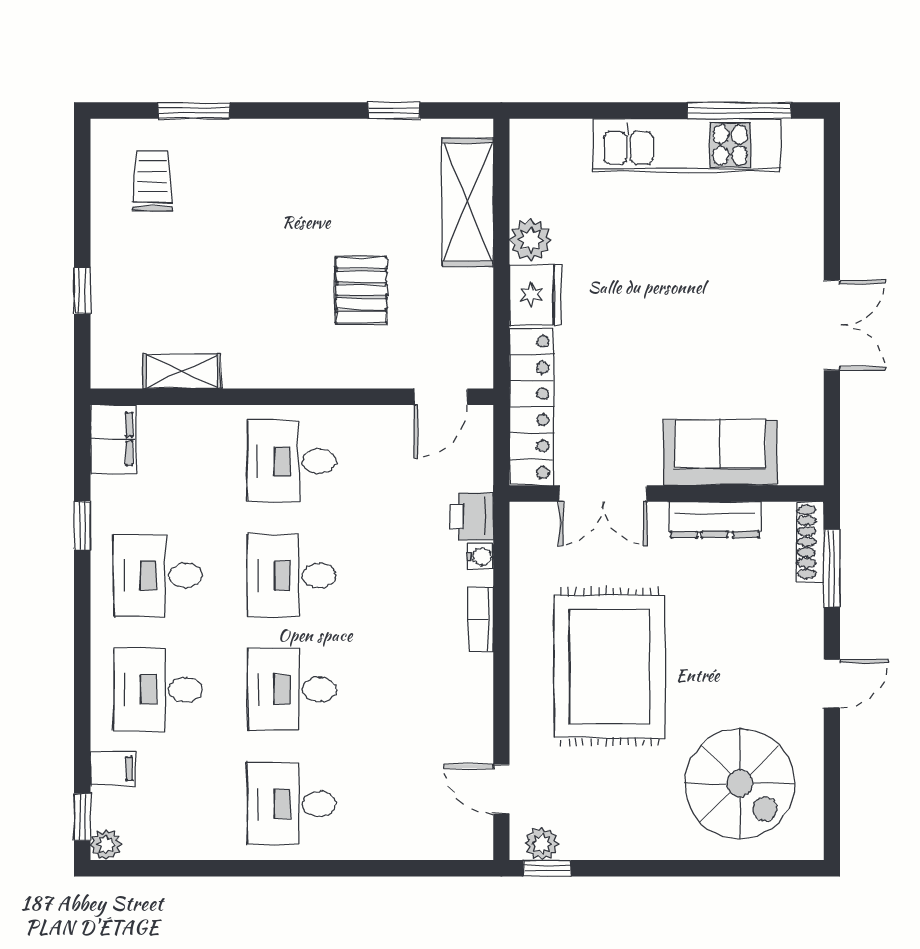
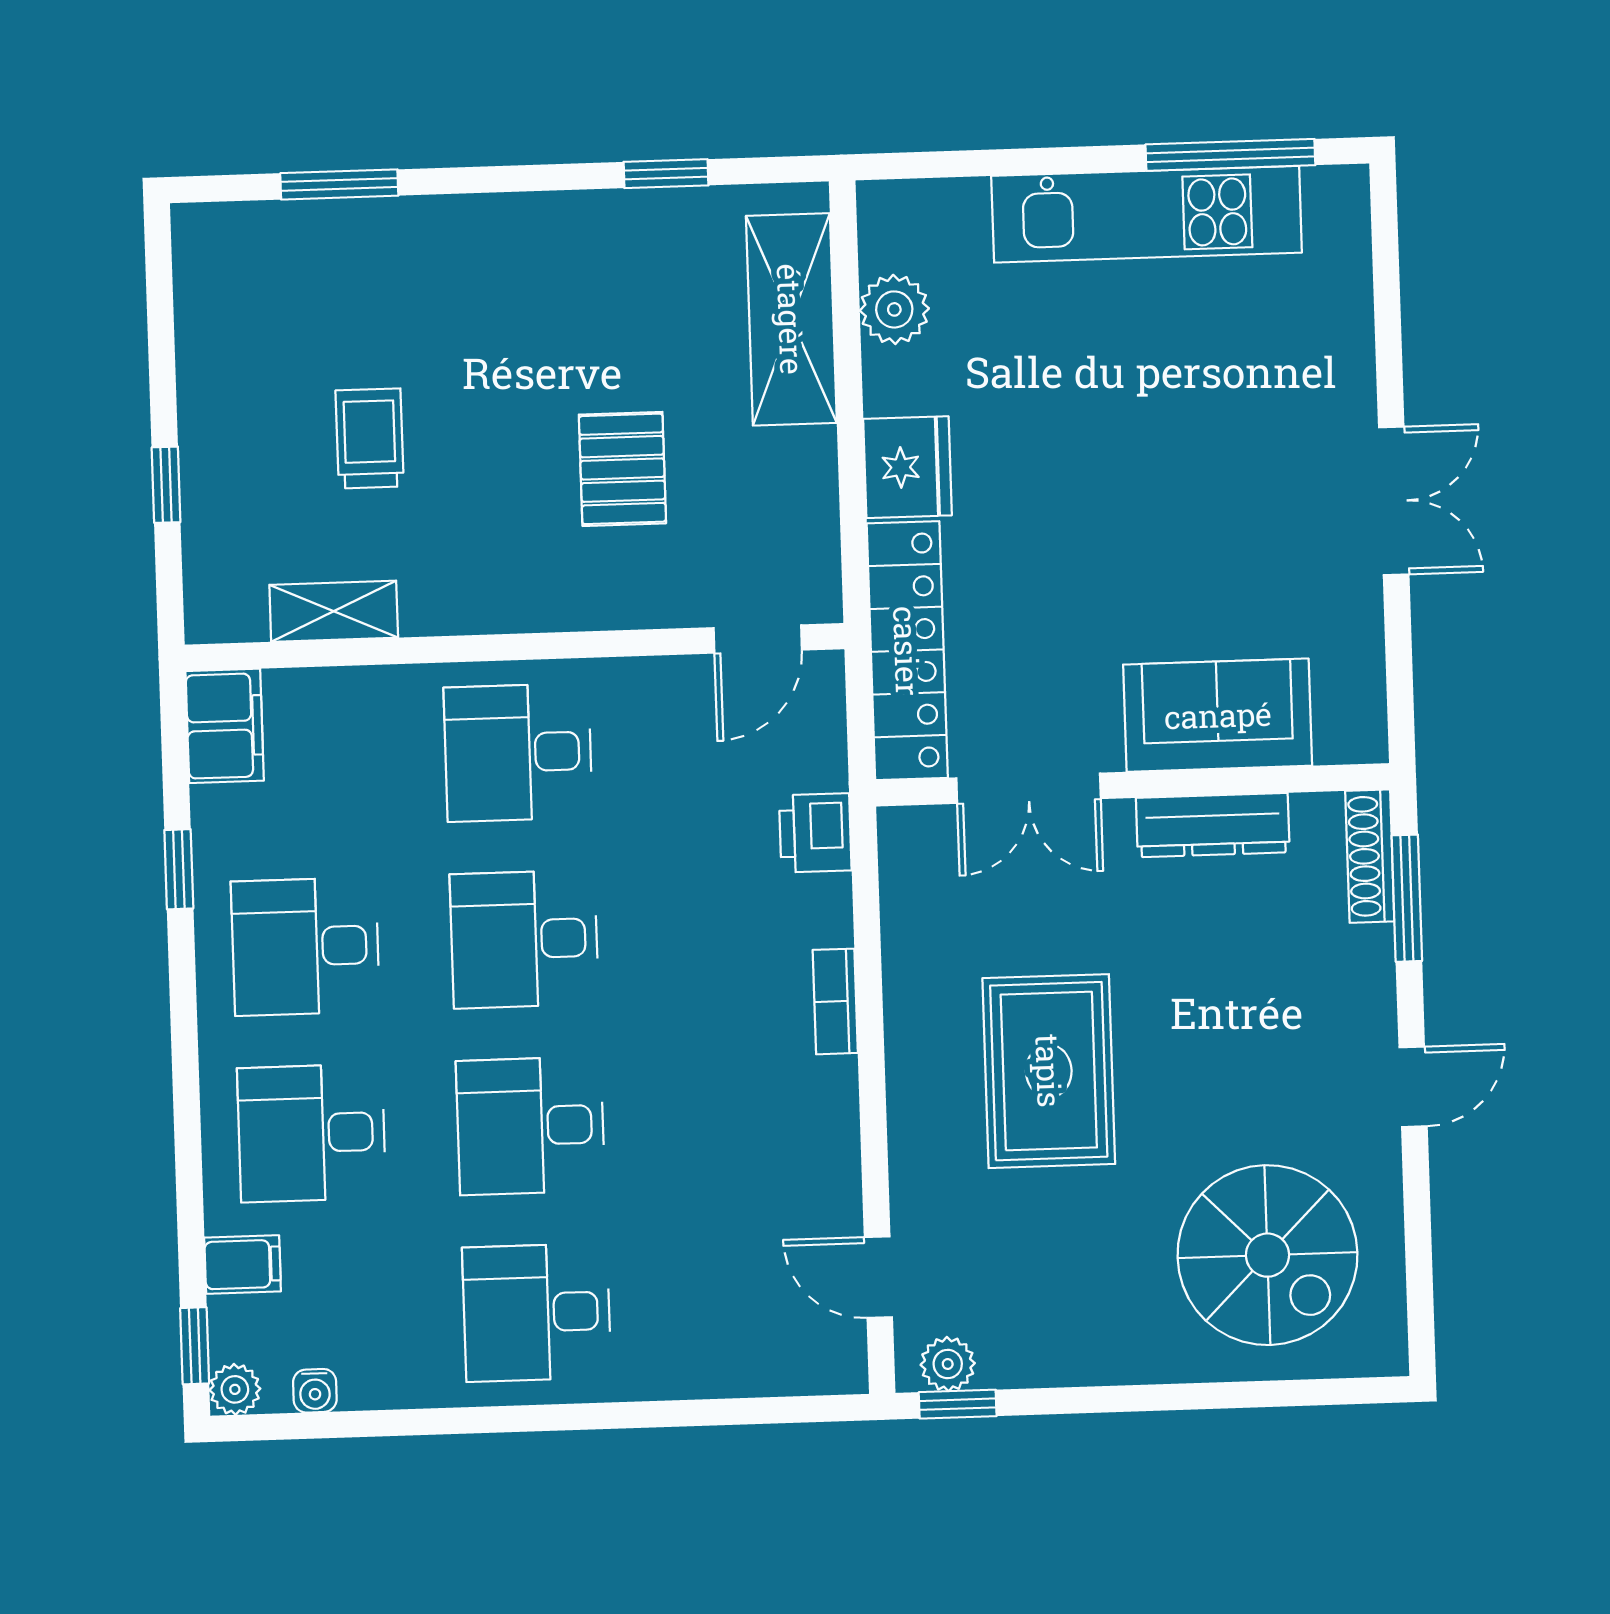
trolley: (152, 181) -> (370, 438), moved
plant: (531, 240) -> (894, 309), moved
water cooler: (480, 556) -> (315, 1391), moved, turned 90
rug: (610, 667) -> (1049, 1071), width x0.73, depth x0.69

